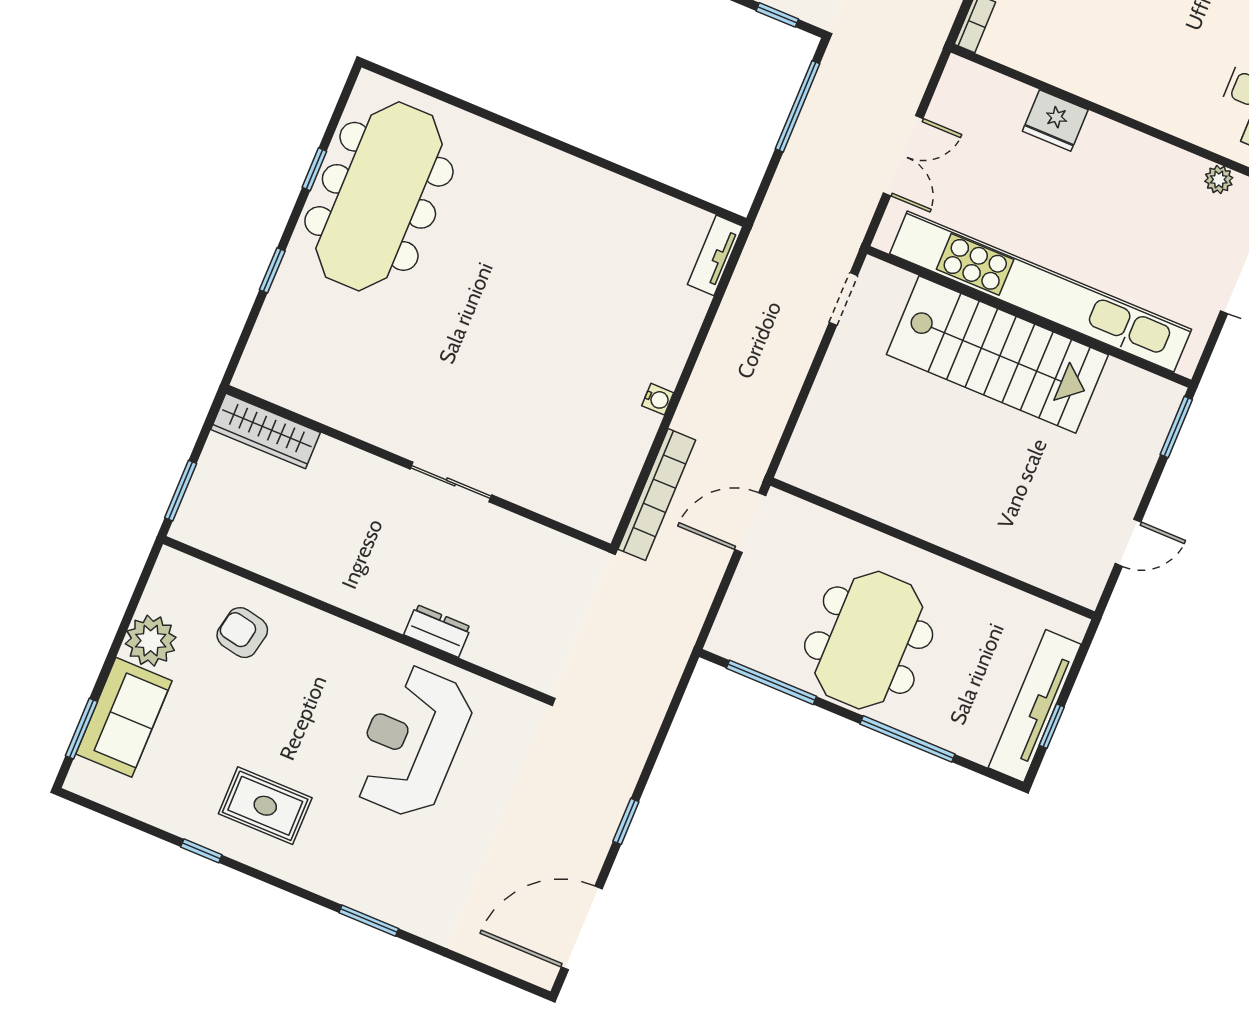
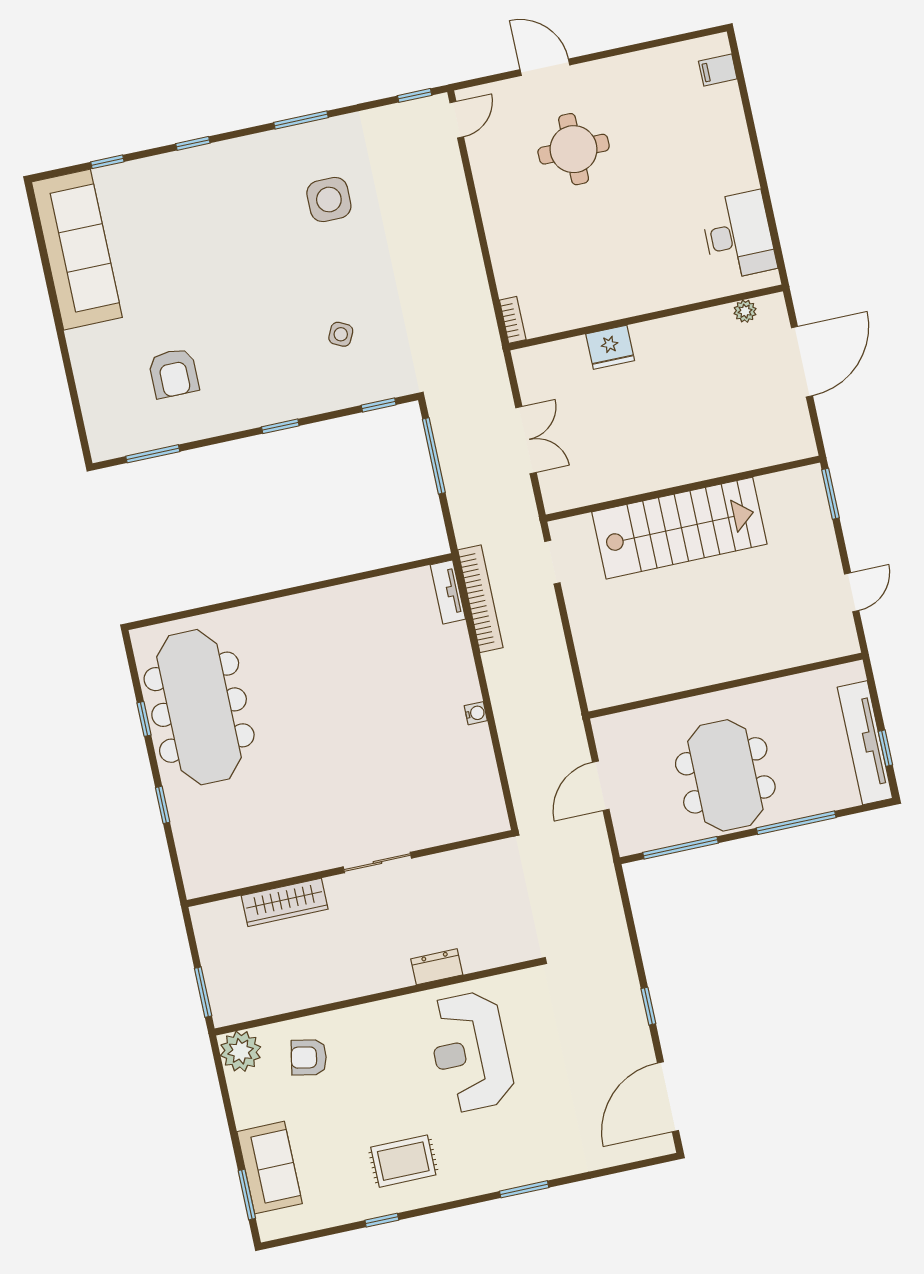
kitchen unit: (1041, 292) -> (679, 467), removed
wardrobe: (266, 431) -> (285, 902), moved
bookcase: (657, 495) -> (480, 599), moved
door: (750, 523) -> (601, 786), moved
plant: (151, 641) -> (241, 1051), moved

